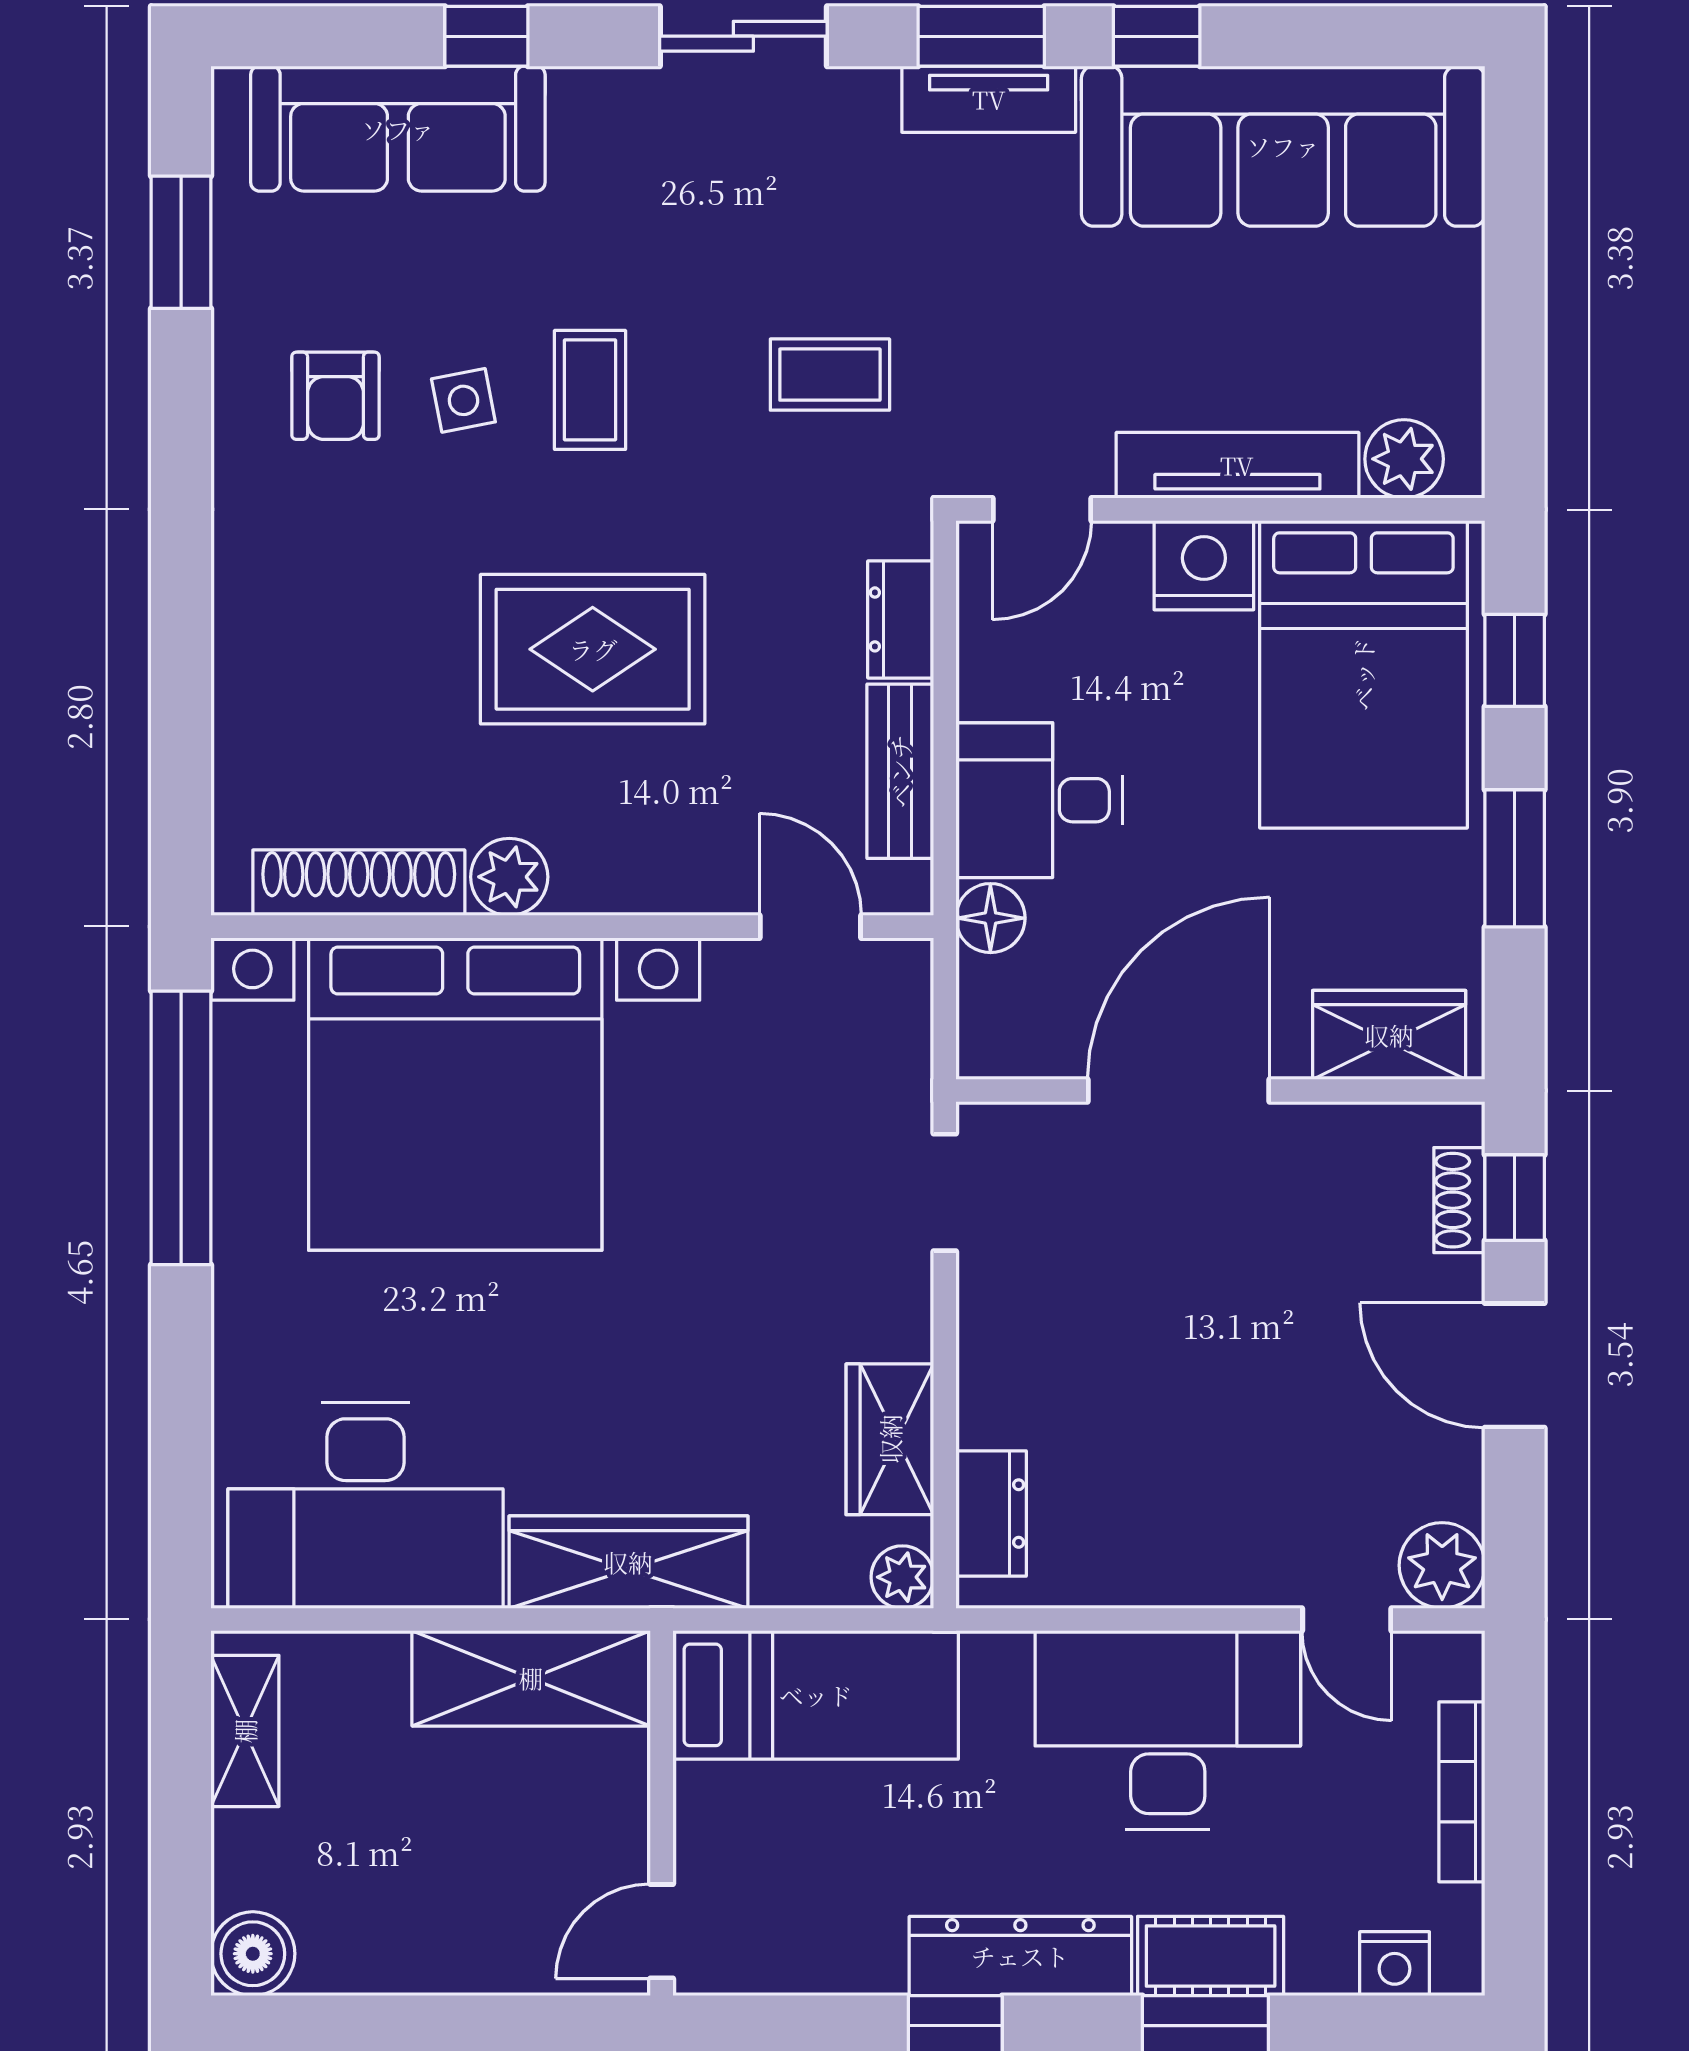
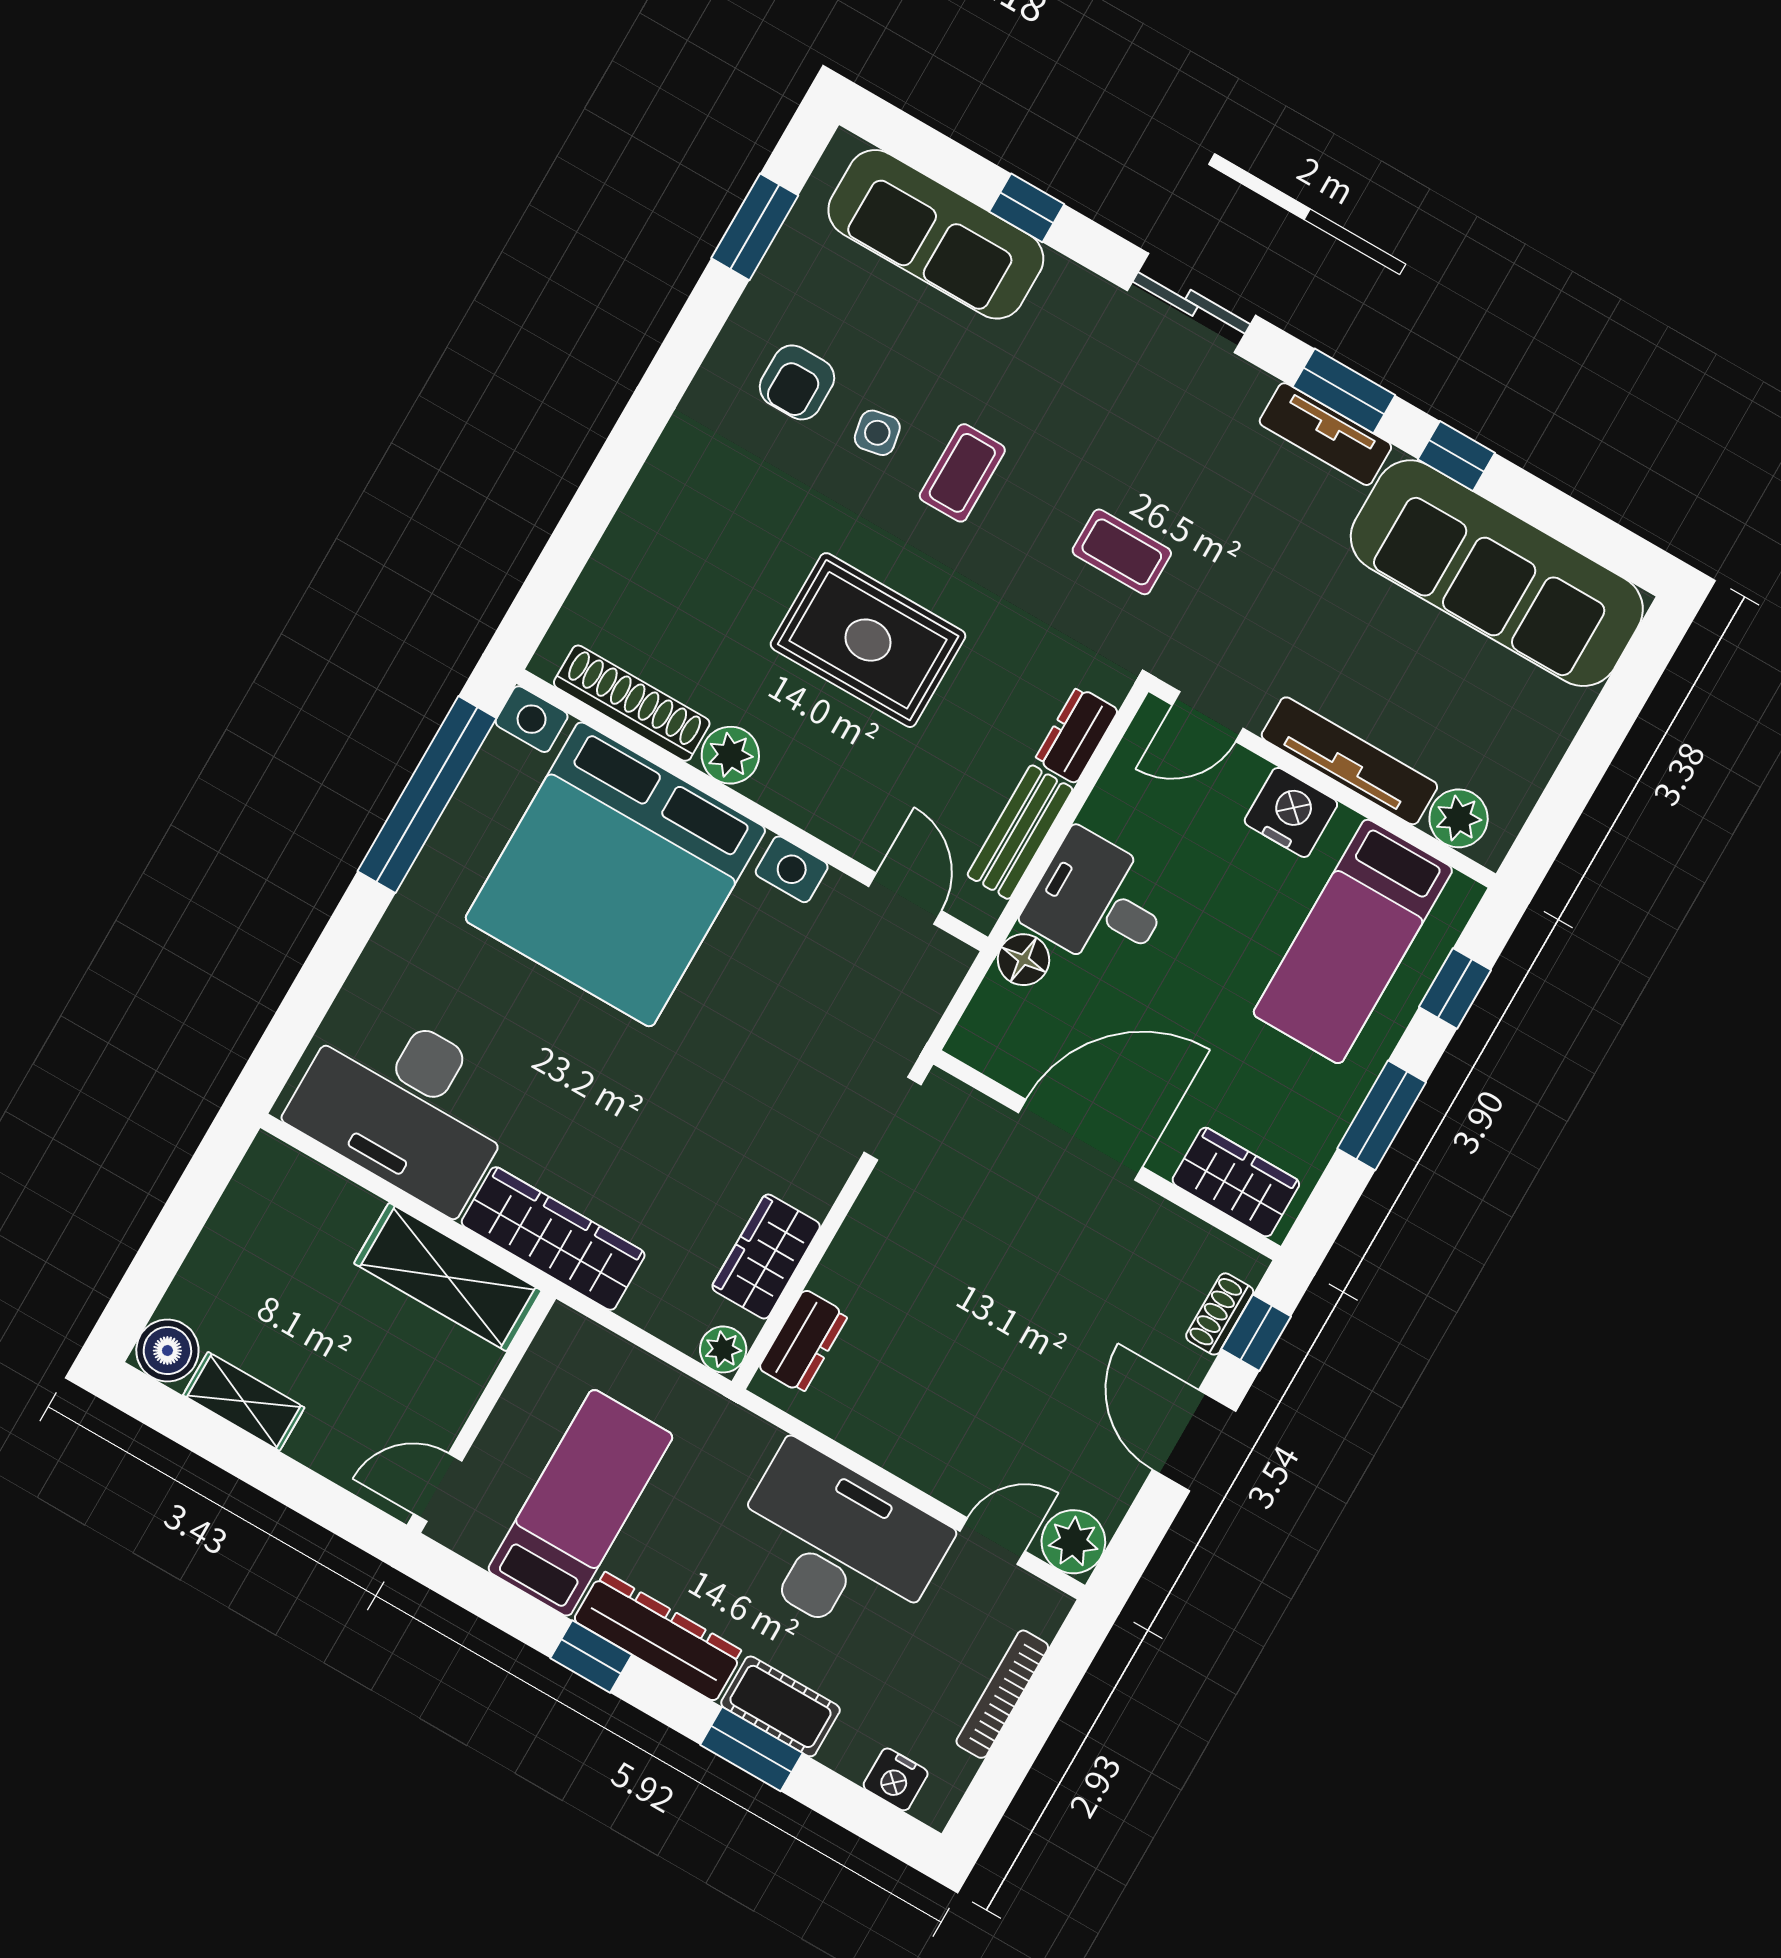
bed: (1363, 674) -> (1353, 941), width x0.67
door: (1347, 1619) -> (992, 1541), swing flipped
bed: (816, 1695) -> (580, 1503), moved, turned -90
shelving: (245, 1731) -> (244, 1401), moved, turned 90

